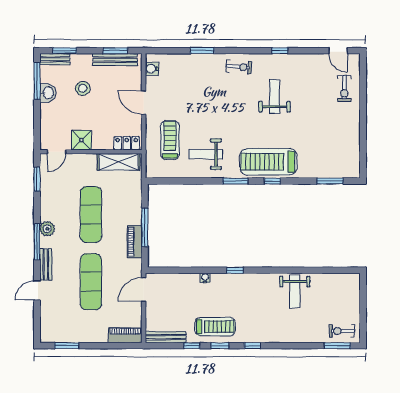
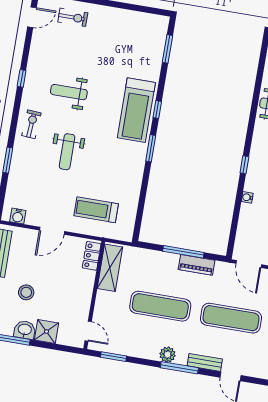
shower: (81, 140) -> (47, 332), moved
weight bench: (206, 154) -> (67, 152), moved

